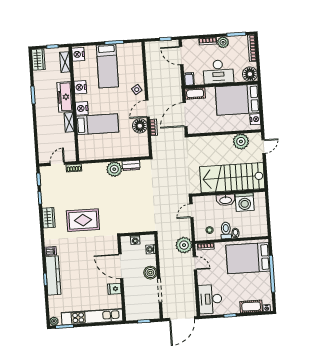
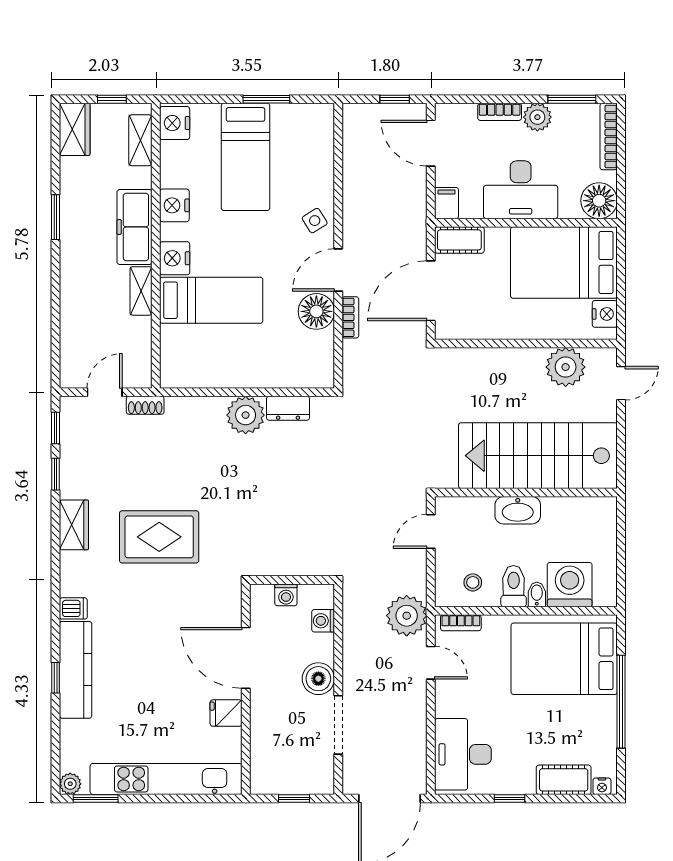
washing machine: (245, 202) -> (570, 585), moved, turned 180

